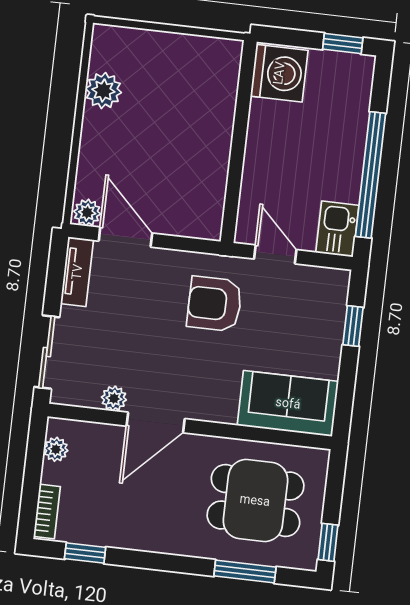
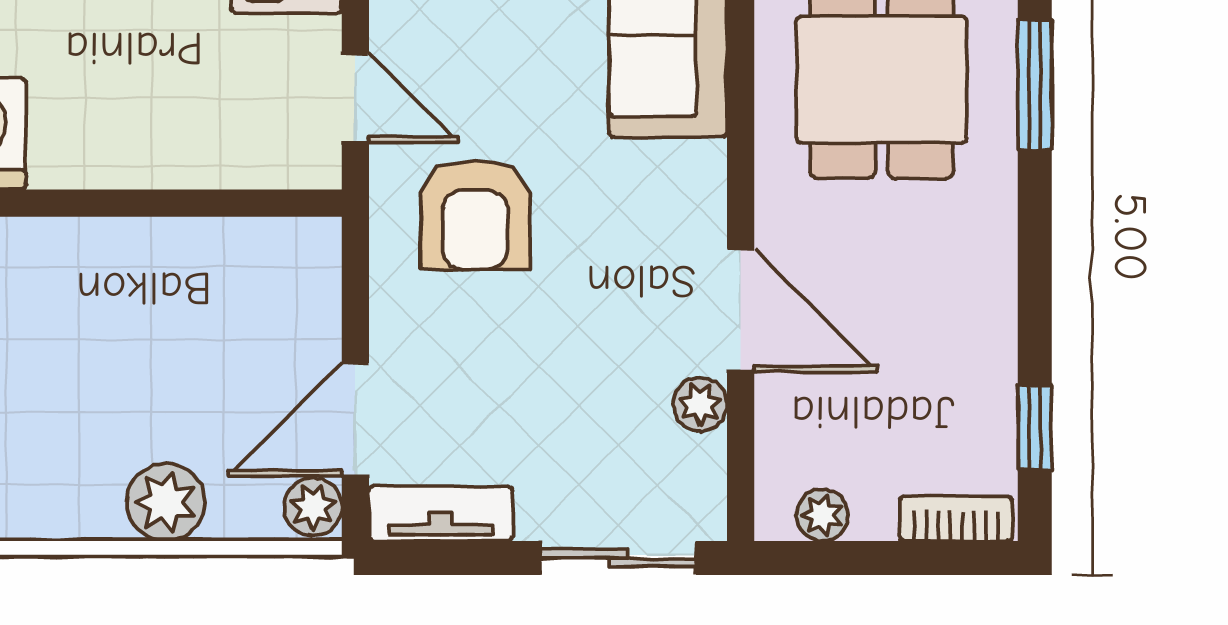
plant: (103, 91) -> (166, 502), moved
door: (275, 254) -> (355, 98), swing flipped

